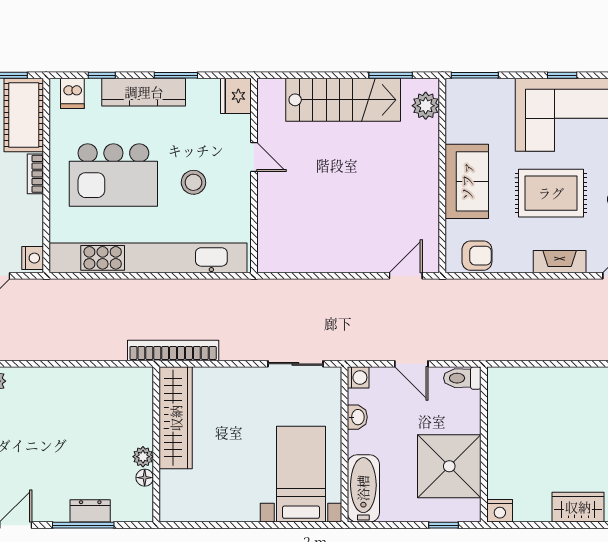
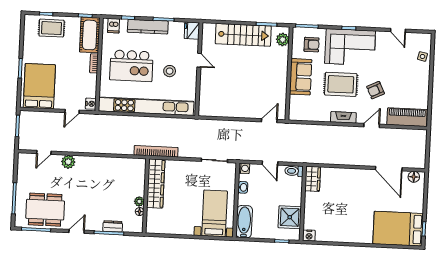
armchair: (477, 256) -> (312, 45), moved
shower: (449, 466) -> (290, 217), width x0.73, depth x0.73
wardrobe: (578, 507) -> (313, 179), moved, turned 90

